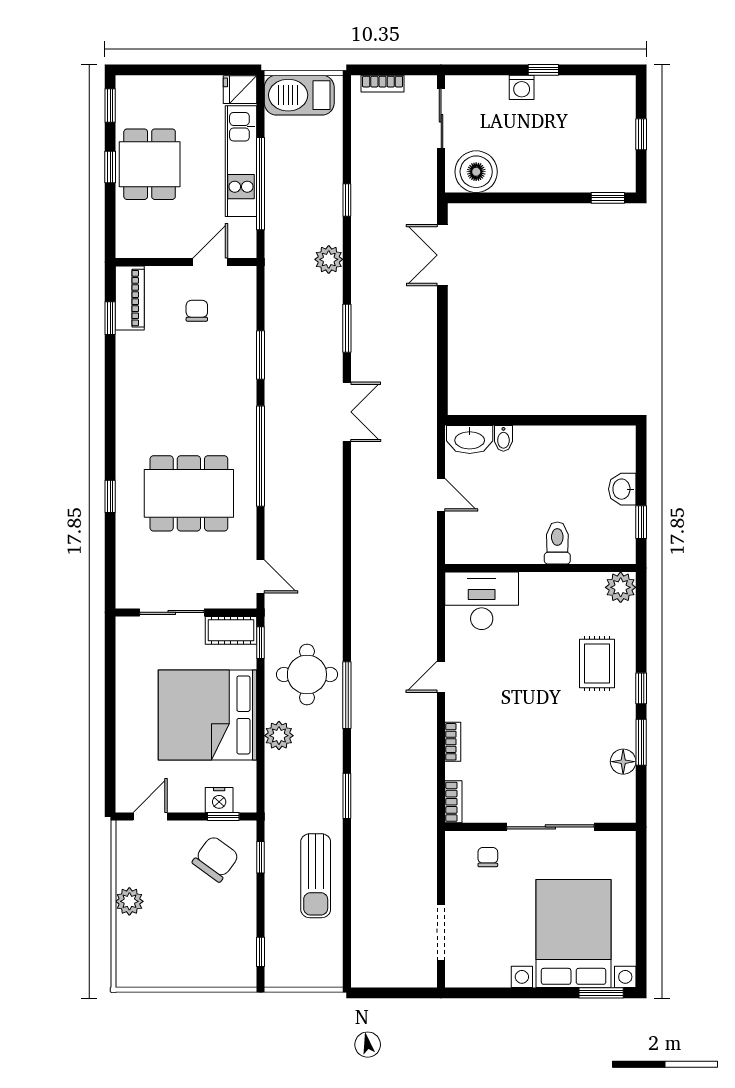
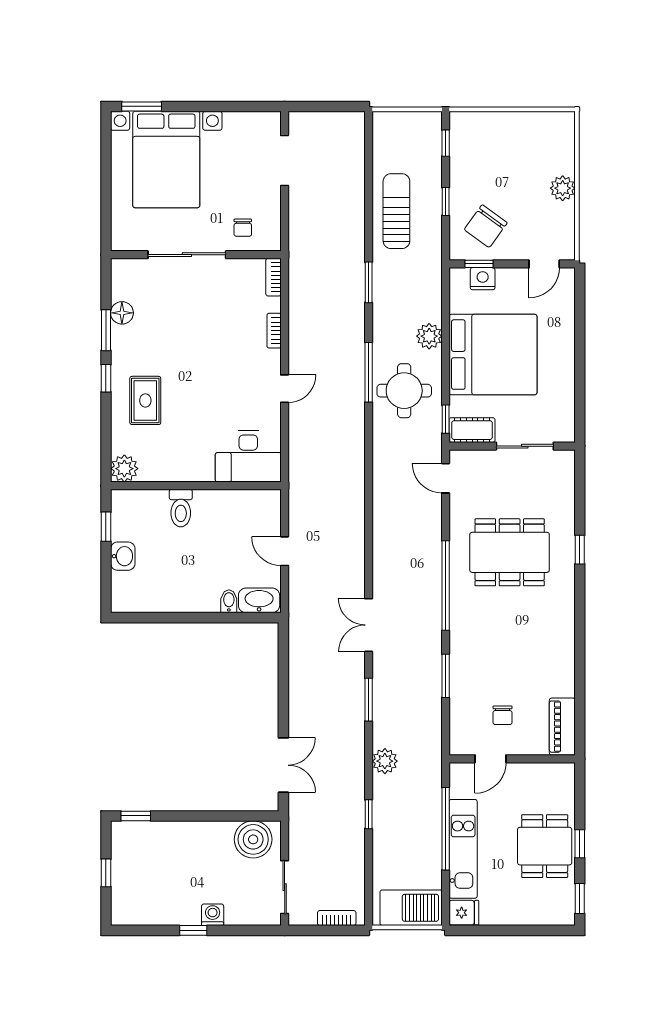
window: (110, 318) -> (580, 709), removed
window: (261, 857) -> (446, 202), moved

